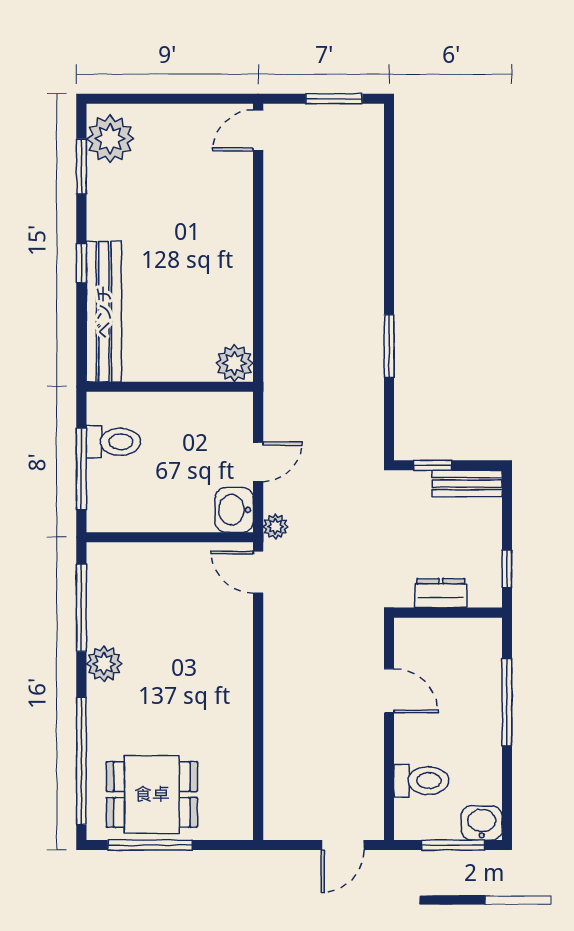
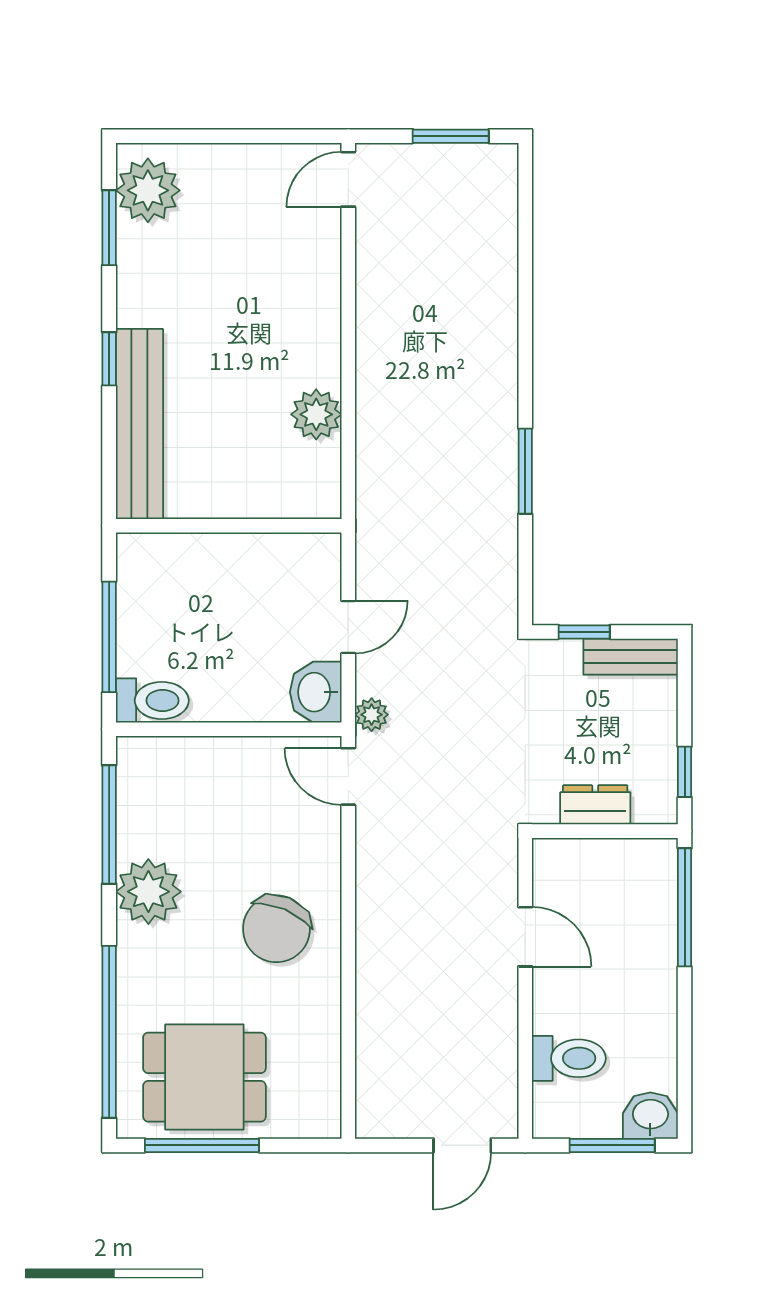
plant: (235, 363) -> (316, 414), moved
toilet: (113, 442) -> (152, 700), moved
plant: (104, 664) -> (148, 892), width x1.36, depth x1.36
chair: (205, 685) -> (276, 929), added
window: (507, 702) -> (685, 907), moved

